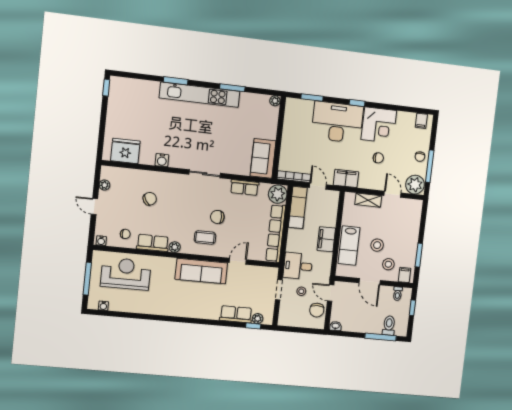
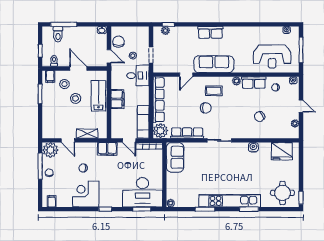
round table: (130, 97) -> (282, 193), added
desk: (337, 122) -> (143, 192), moved
row of seats: (245, 188) -> (187, 133), width x1.48
row of seats: (236, 314) -> (210, 32), moved

